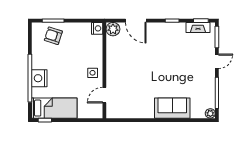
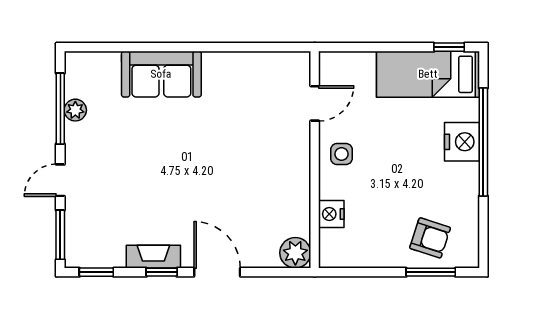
door: (136, 21) -> (217, 272), moved
fireplace: (198, 27) -> (153, 257), moved
nightstand: (97, 28) -> (331, 214), moved
plant: (210, 113) -> (75, 110), moved

